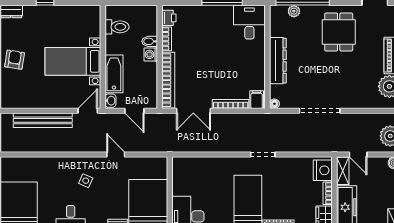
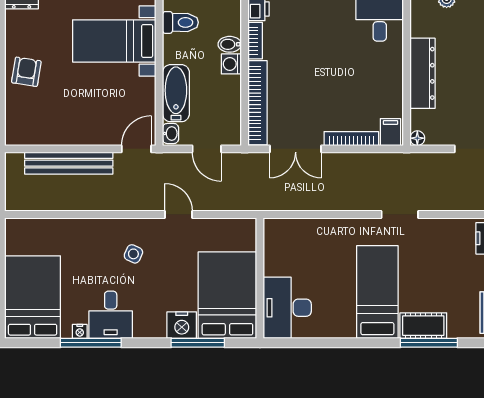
bed with nightstands: (73, 61) -> (114, 41), moved

